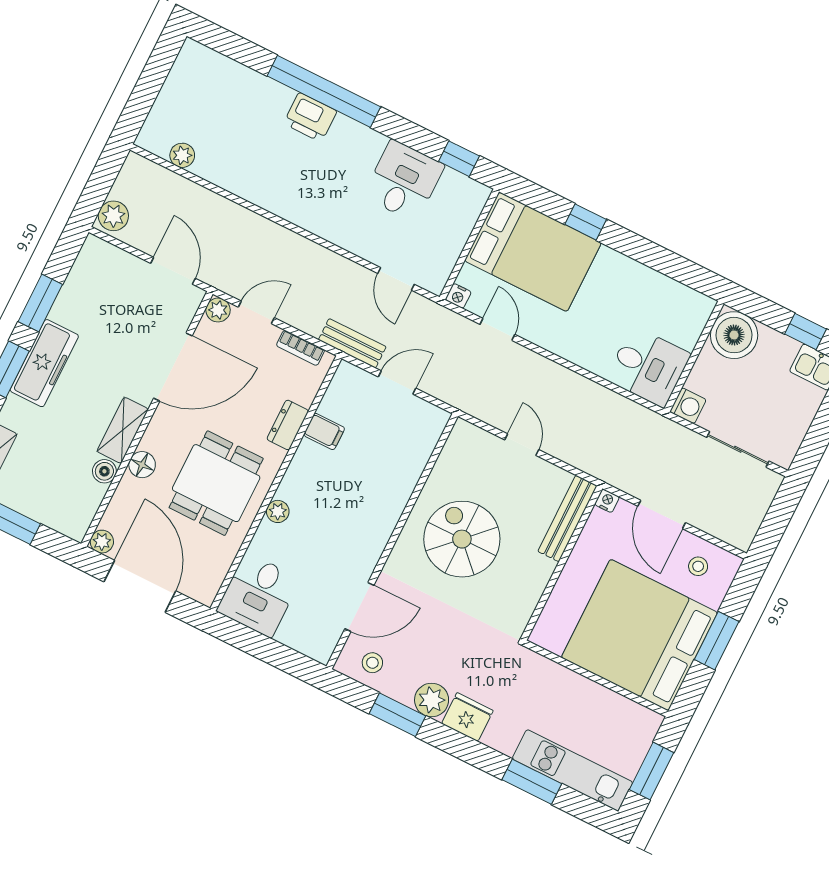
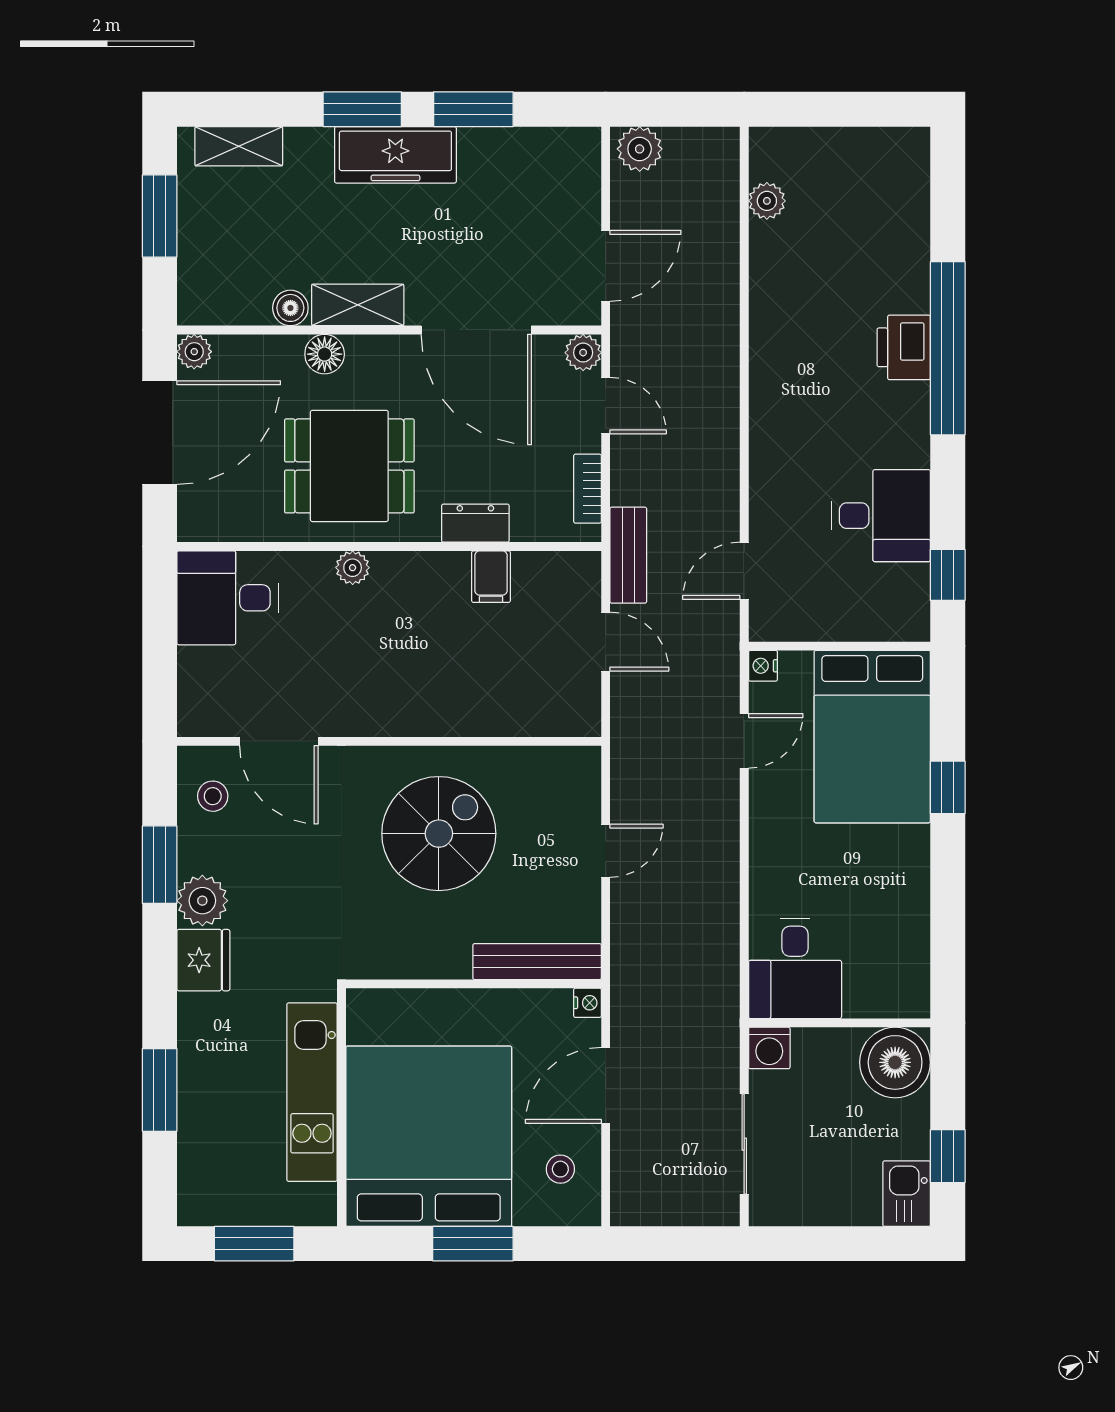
kitchen unit: (572, 770) -> (312, 1092), moved, turned 180

